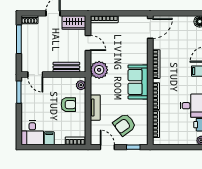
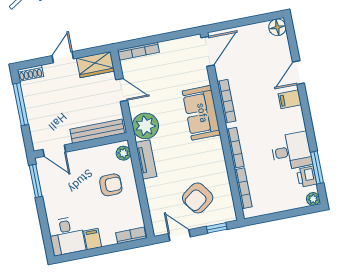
bench: (66, 67) -> (97, 131), width x1.36
sofa: (138, 82) -> (201, 113), moved
tv unit: (95, 108) -> (146, 159), moved

